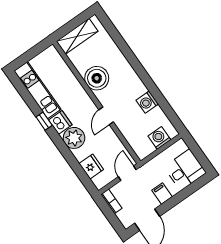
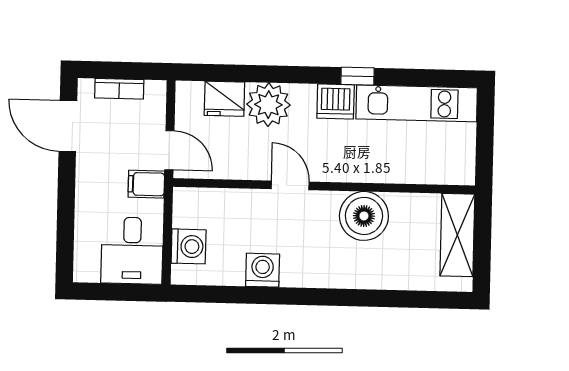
plant: (74, 138) -> (268, 105), moved
desk: (185, 170) -> (132, 251), moved
filing cabinet: (162, 194) -> (146, 184), moved, turned 180
bookcase: (111, 201) -> (119, 89), moved

